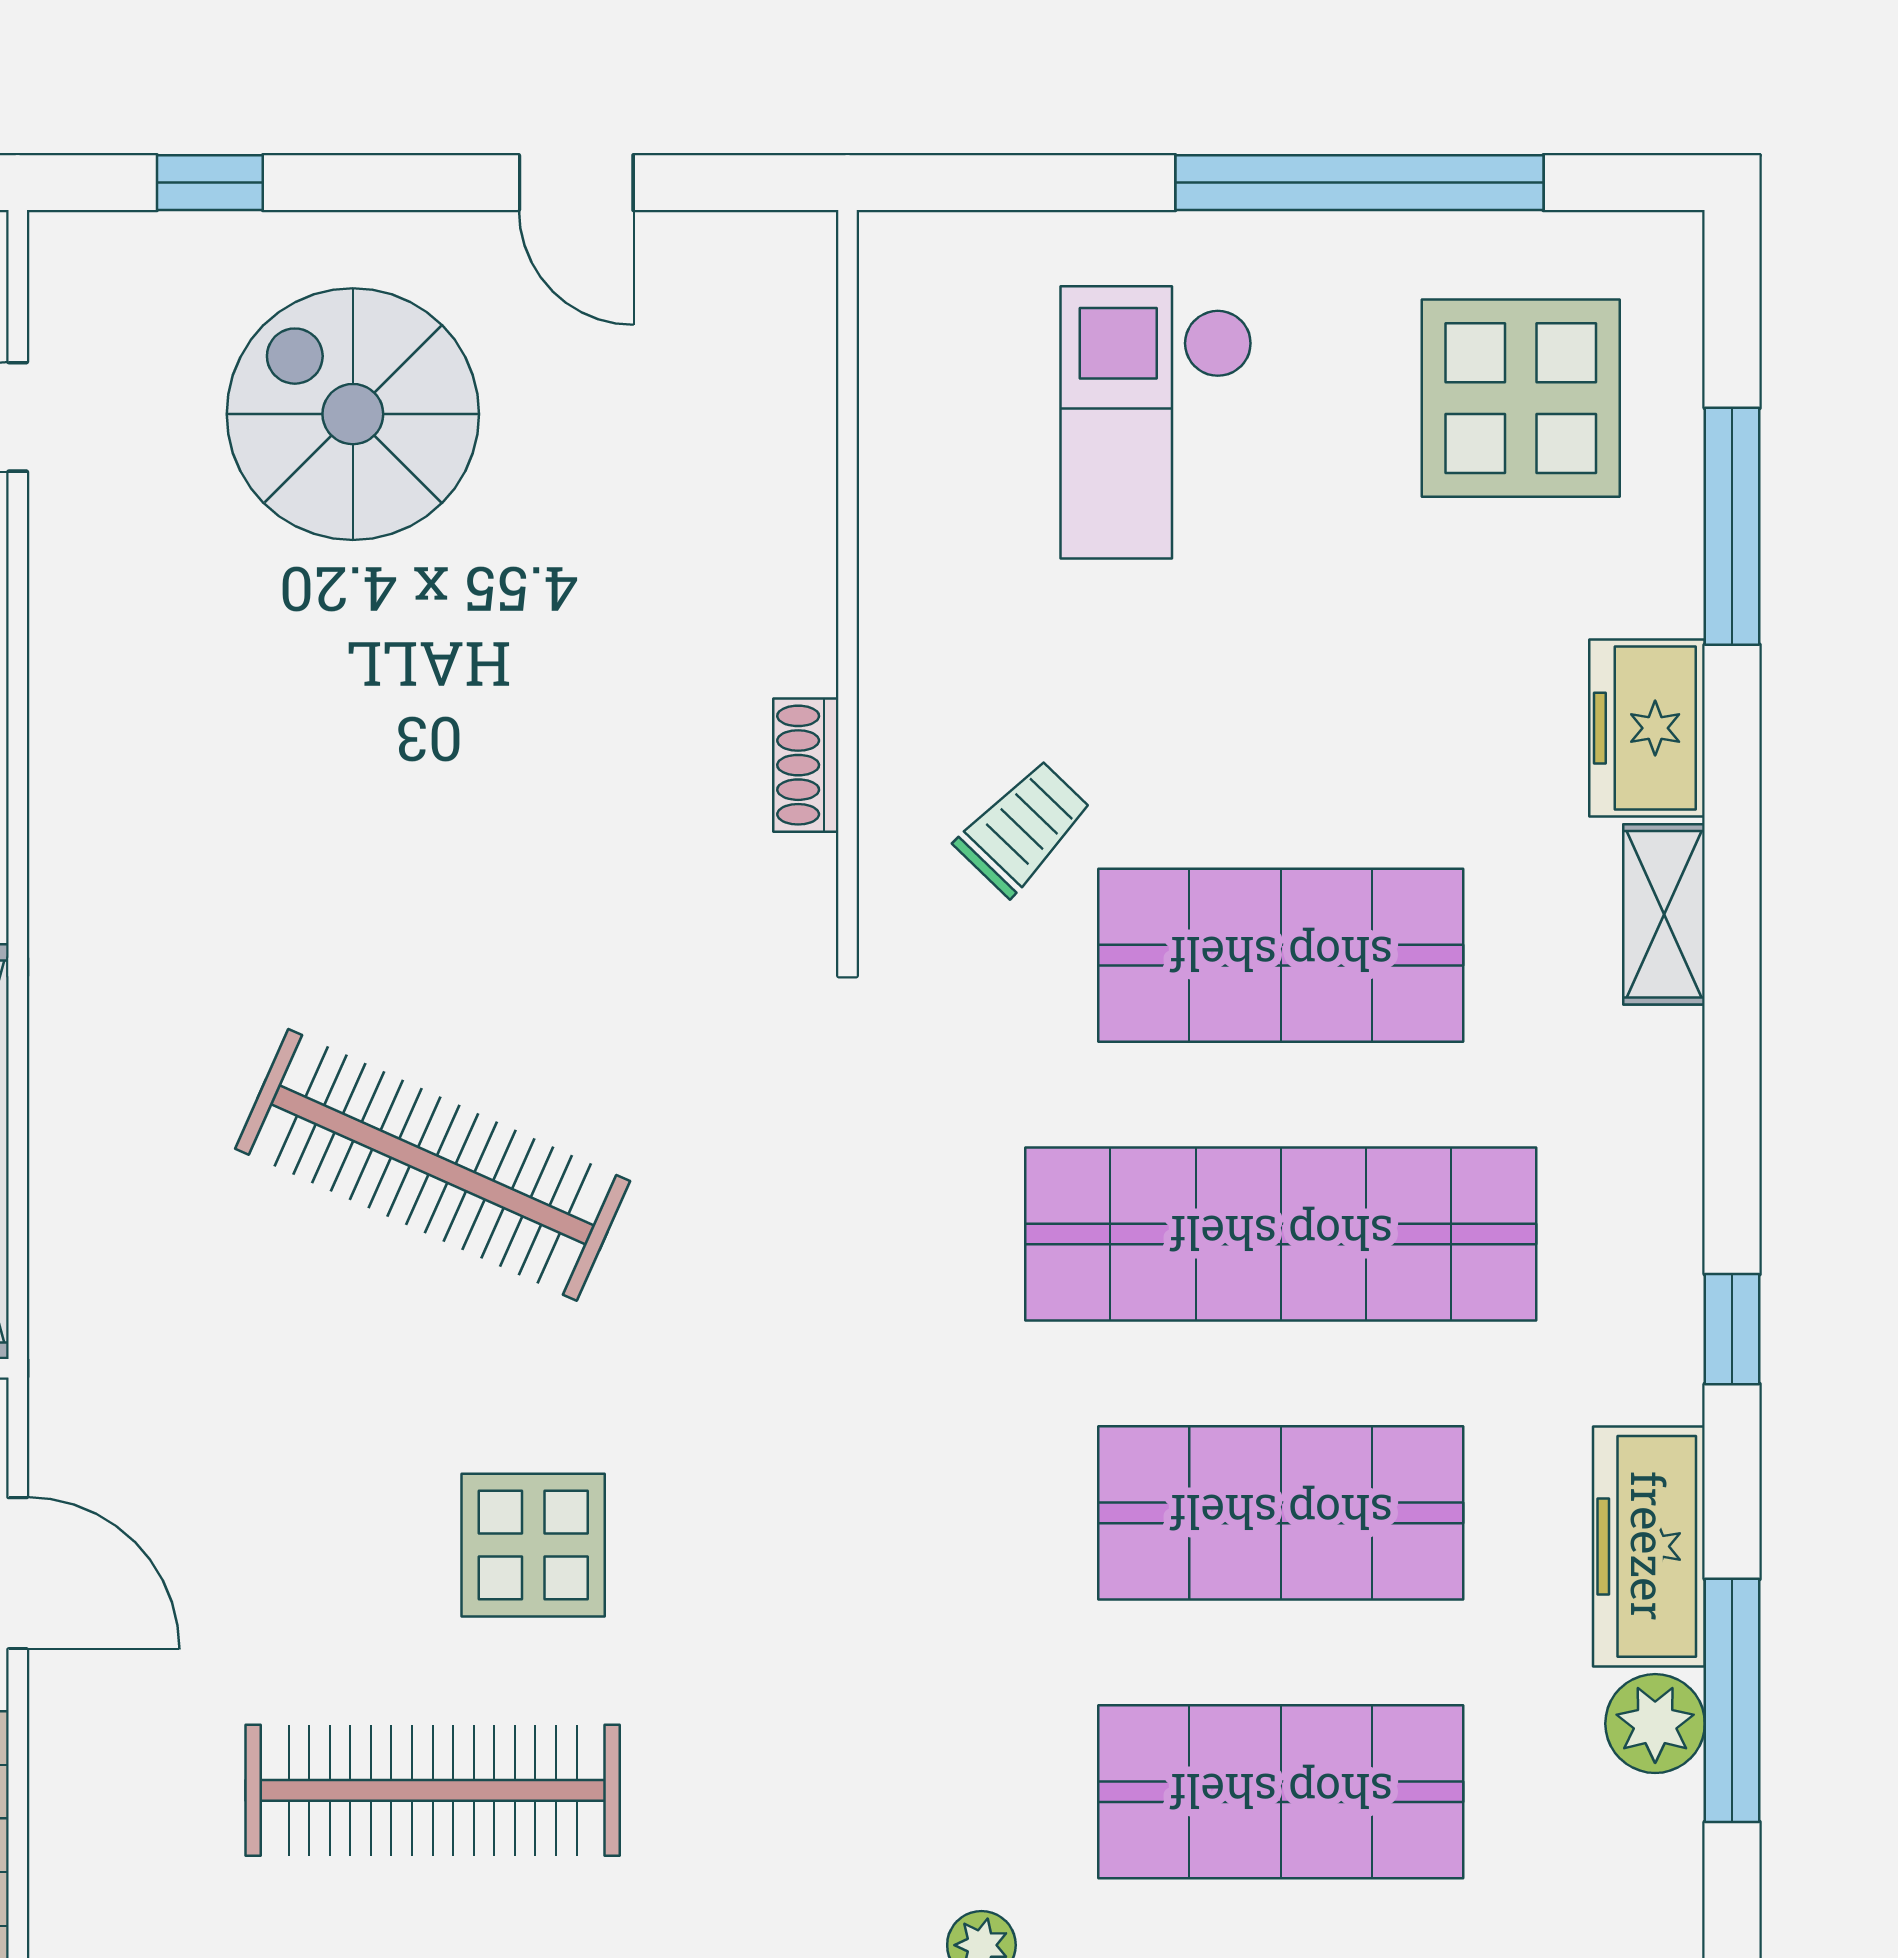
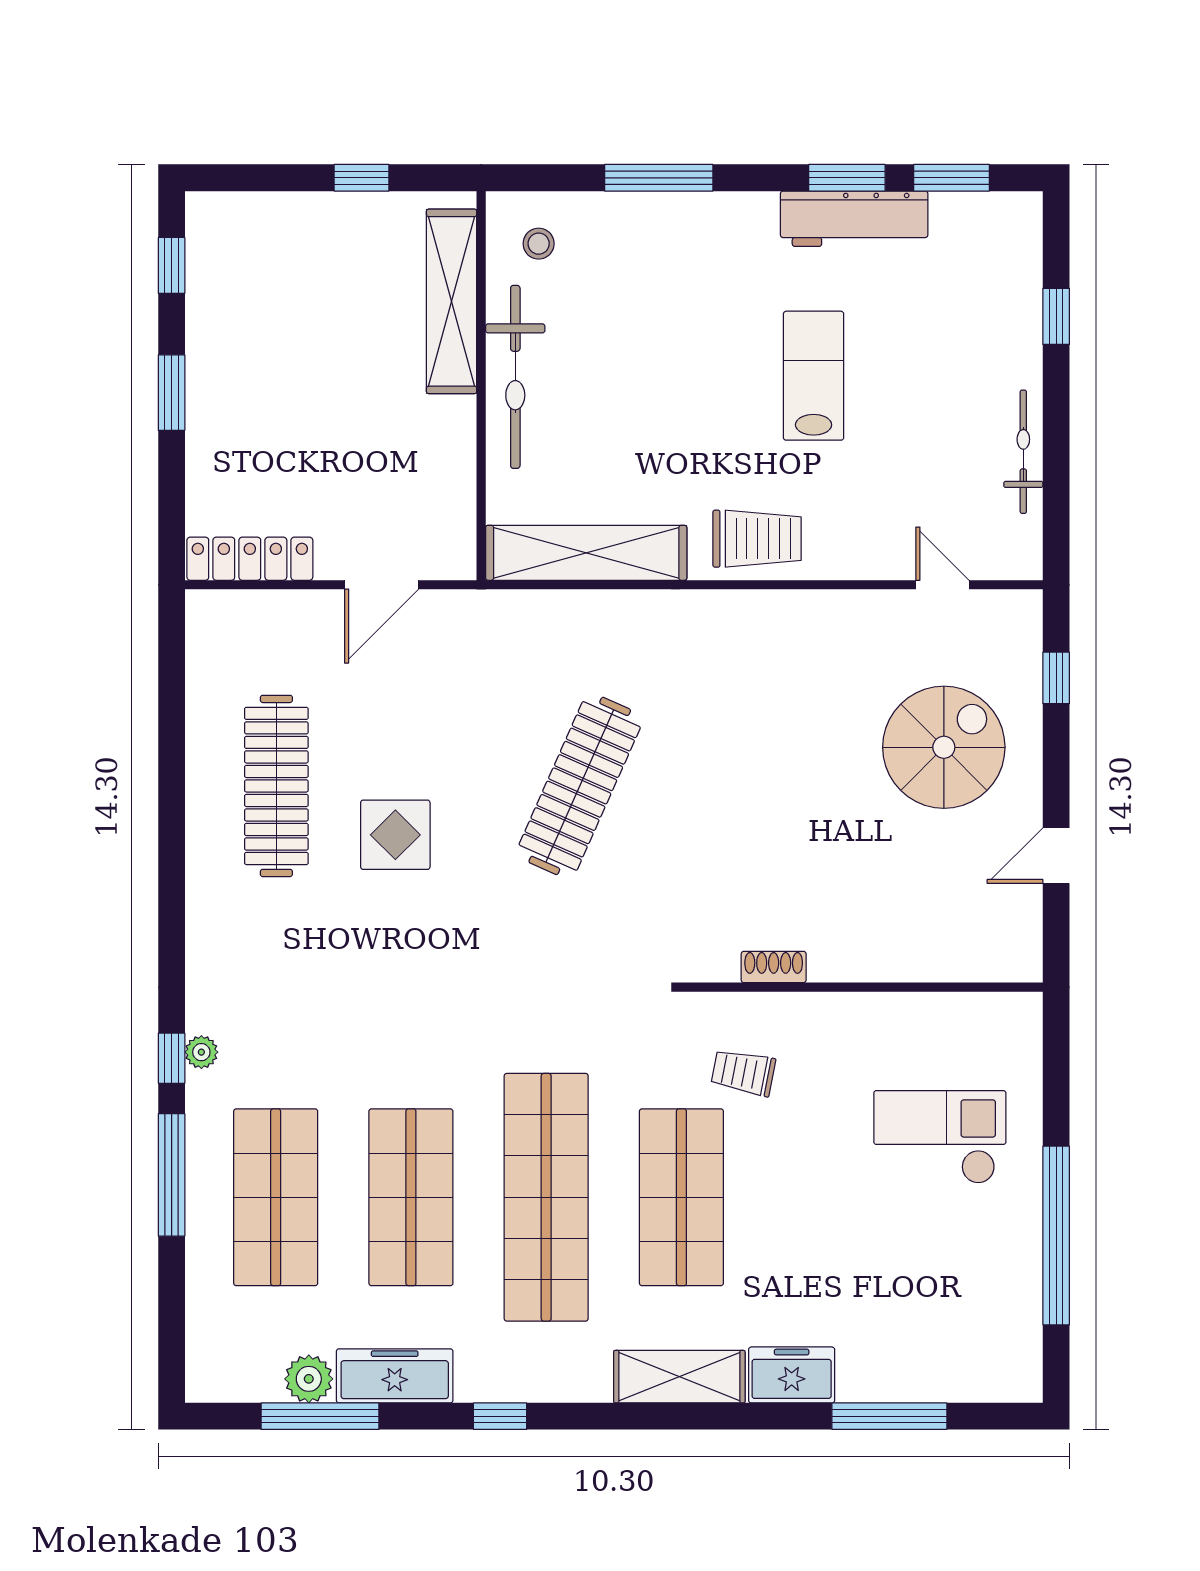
display table: (1521, 398) -> (952, 1314), removed
trolley: (1023, 828) -> (743, 1072), turned 147
shelving: (1664, 914) -> (679, 1377), width x1.50, depth x1.33

